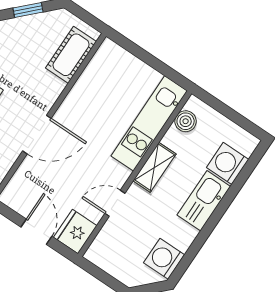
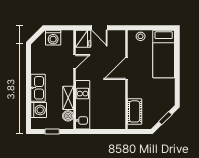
window: (229, 113) -> (52, 132), added
shelving: (154, 167) -> (68, 98), moved
washing machine: (164, 259) -> (53, 38), moved, turned 90

